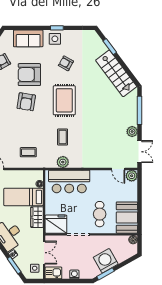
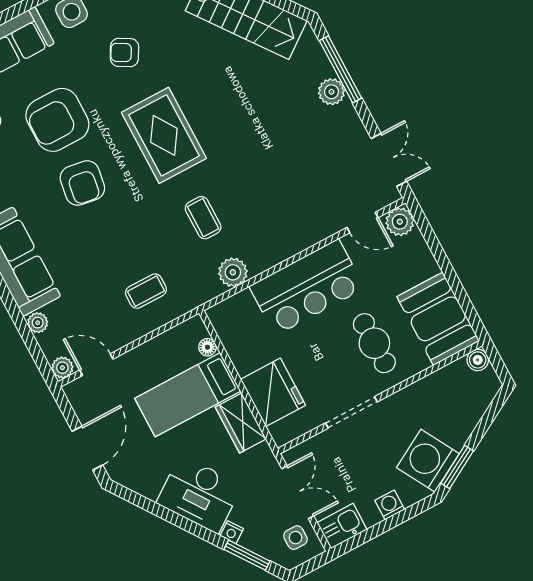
plant: (132, 132) -> (331, 92), moved
bar counter: (69, 181) -> (307, 287), moved
fridge: (56, 224) -> (273, 392), moved, turned 90
washing machine: (106, 261) -> (428, 461), moved

